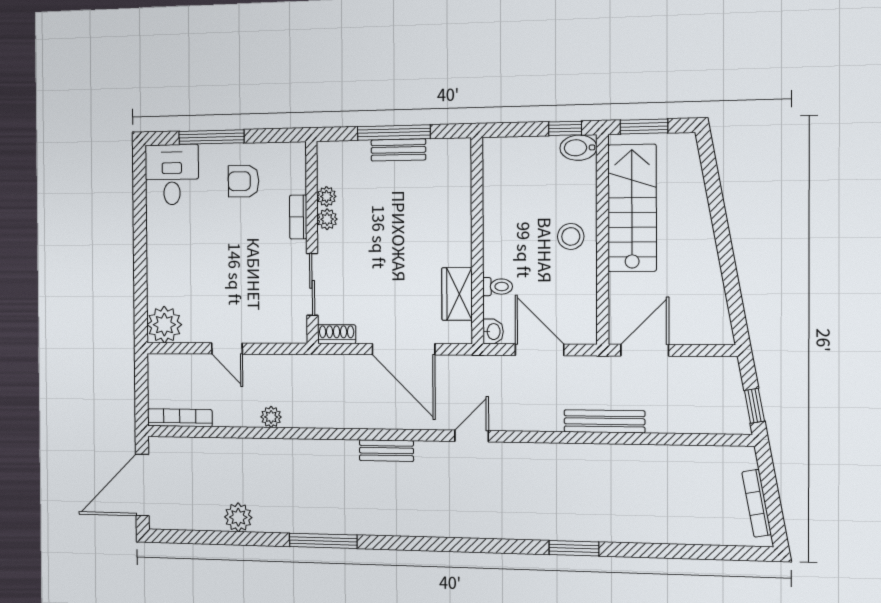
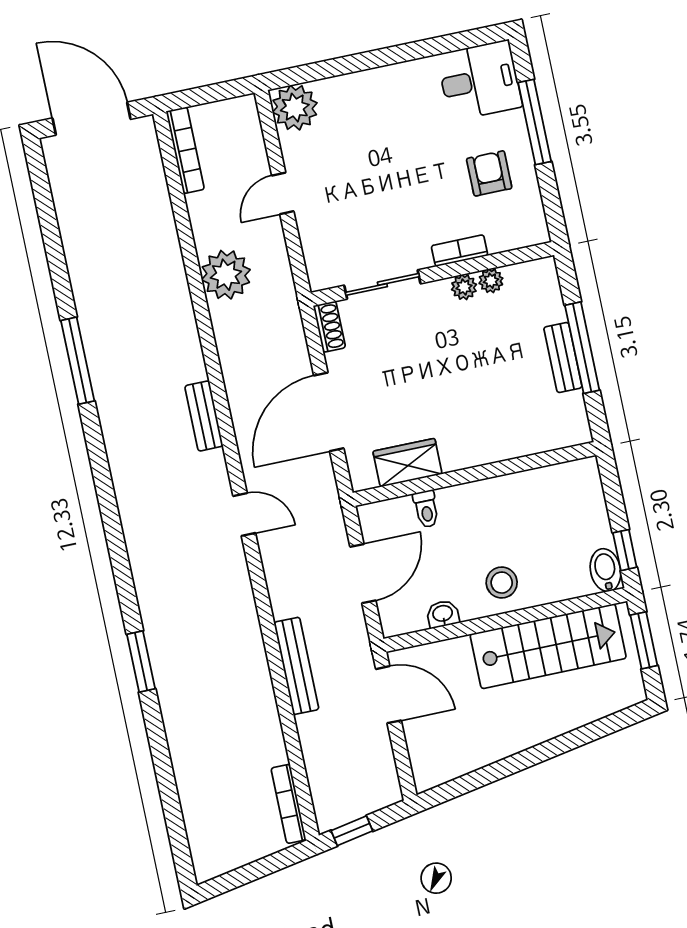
washbasin: (493, 332) -> (443, 614), moved, turned 180
plant: (271, 417) -> (226, 275), width x1.87, depth x1.87
bookcase: (757, 503) -> (289, 804), moved, turned -80
plant: (238, 517) -> (81, 249), removed

